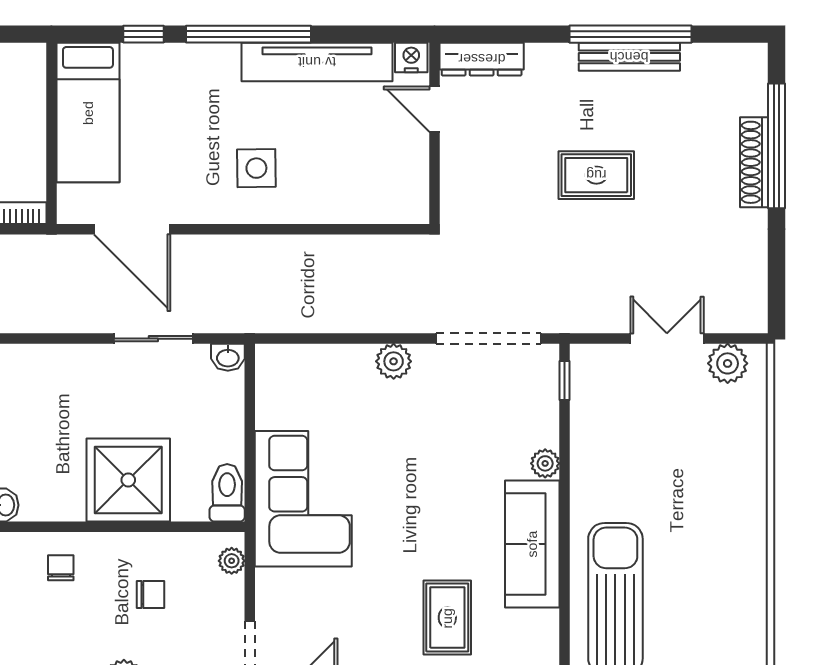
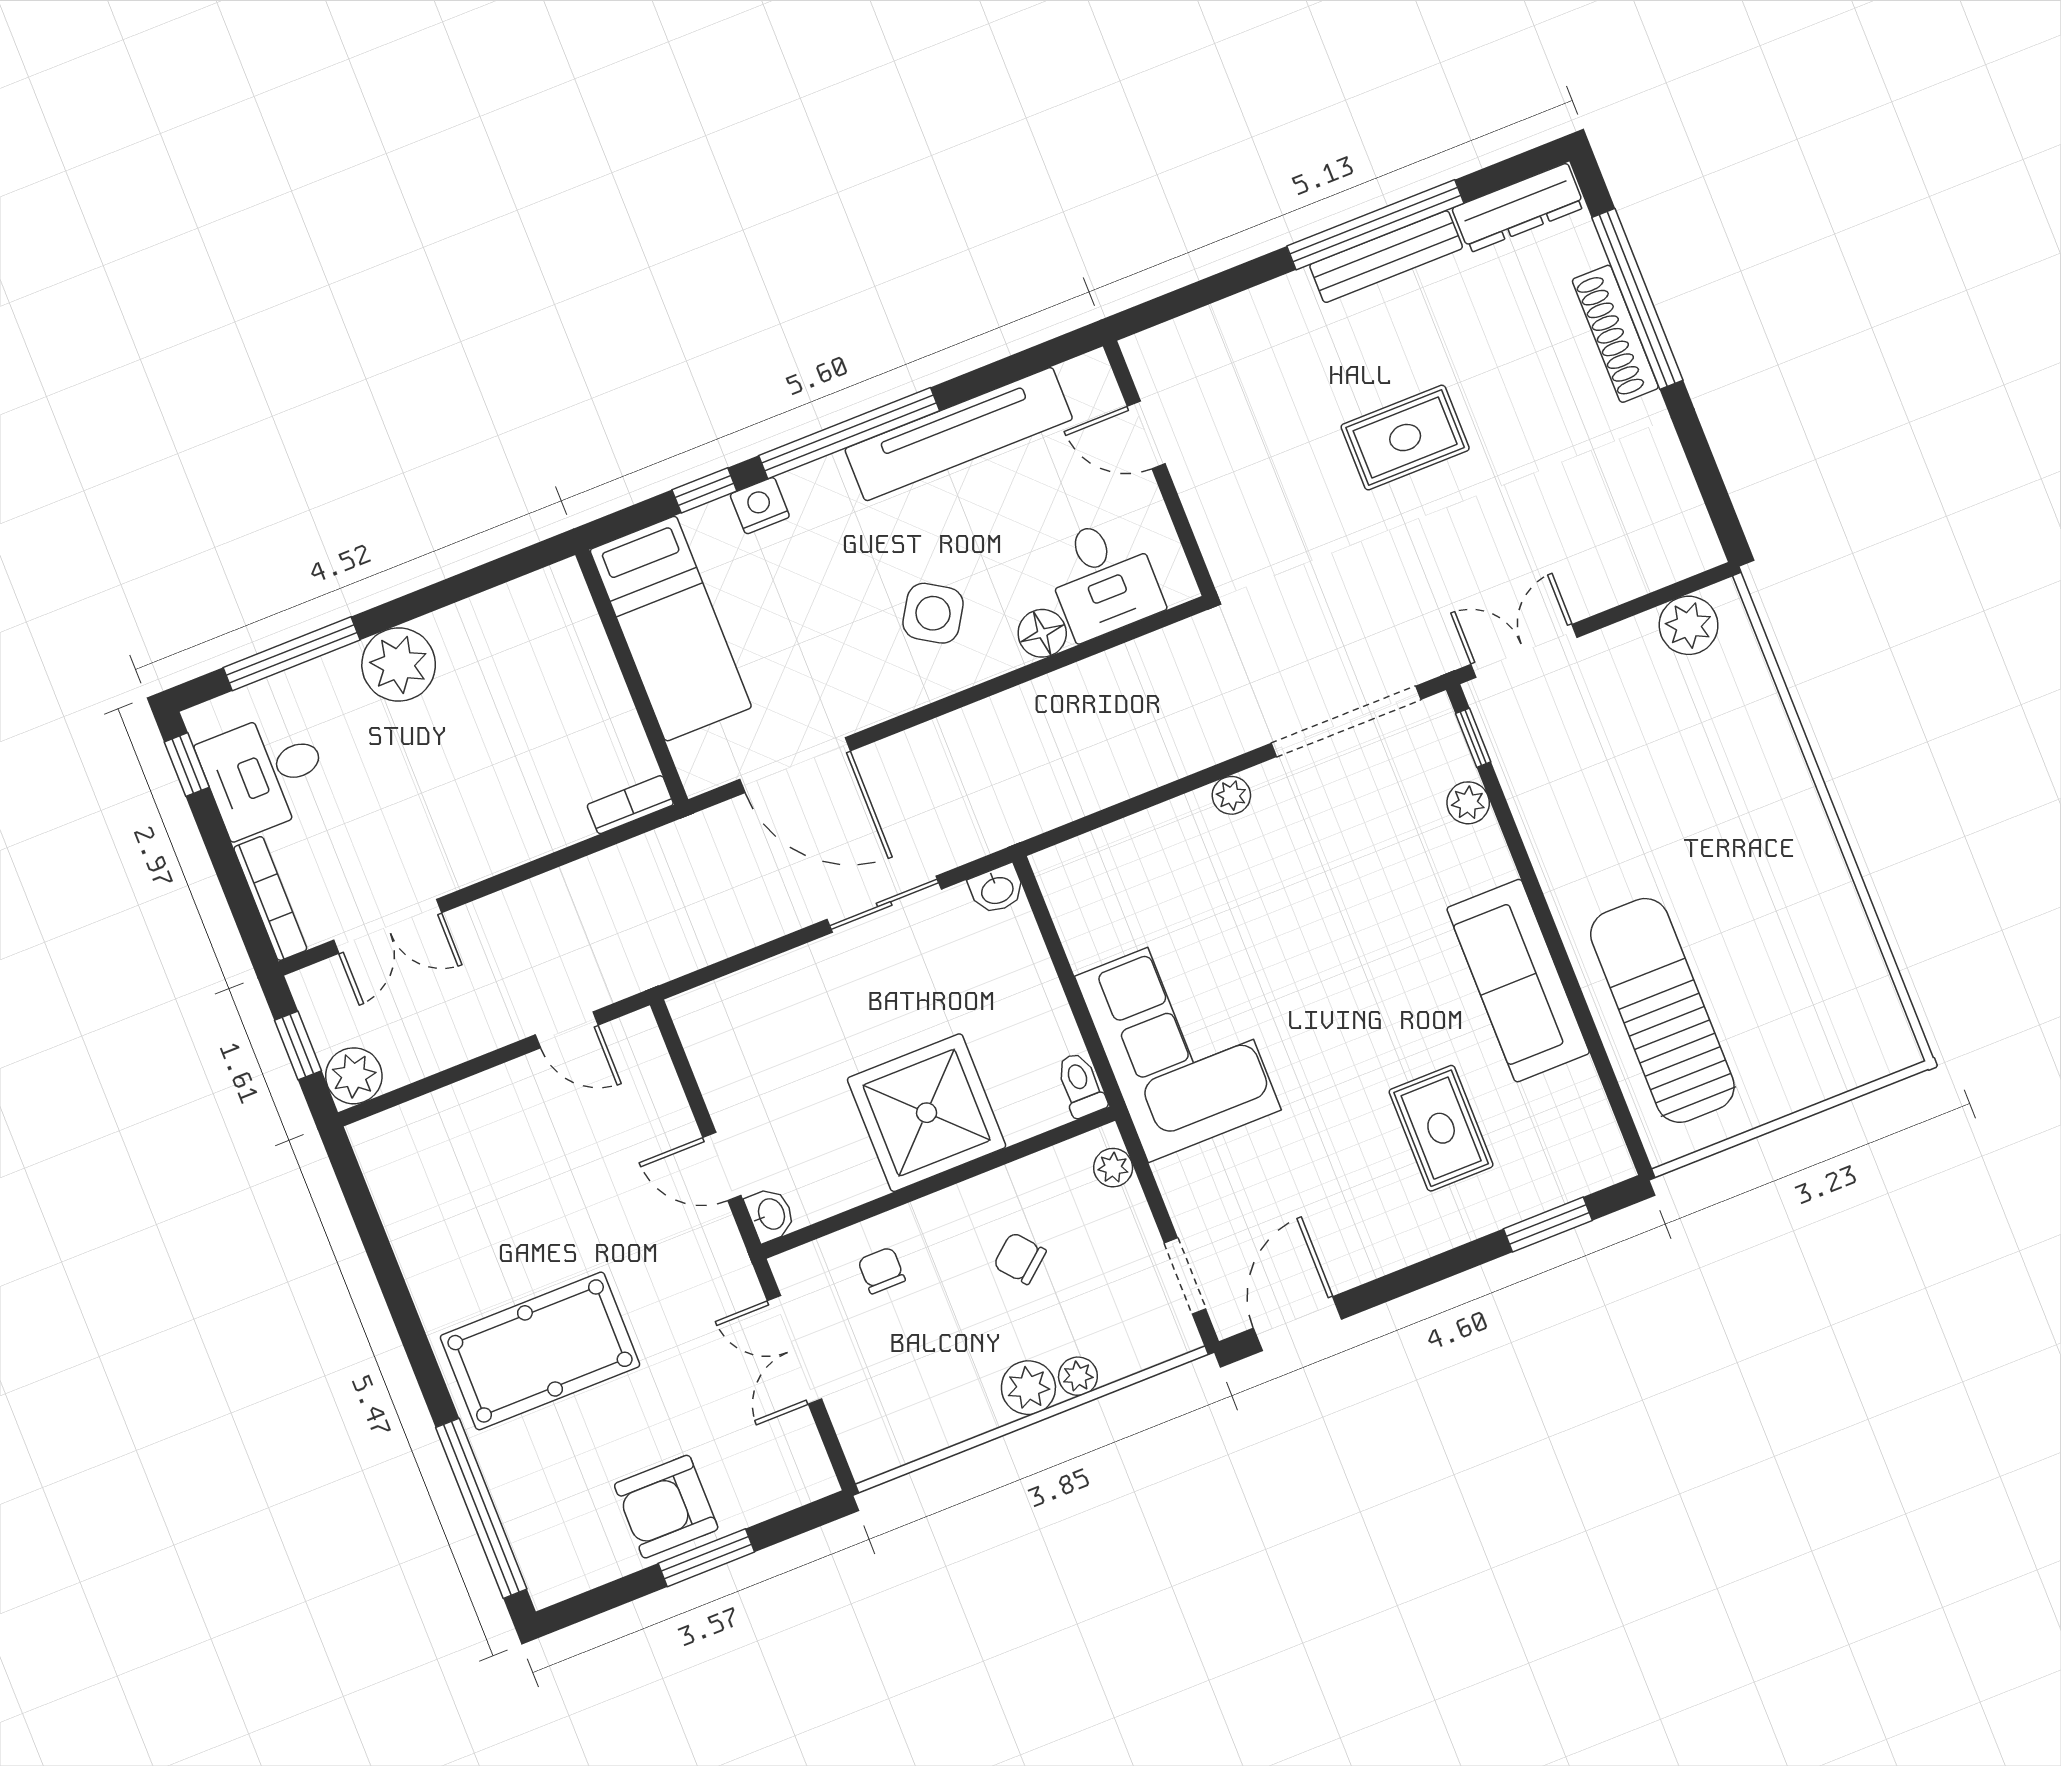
nightstand: (411, 58) -> (760, 506), moved
dresser: (482, 59) -> (1518, 208), moved
side table: (256, 168) -> (933, 613), turned 33
desk: (372, 188) -> (1103, 578), added
floor lamp: (320, 208) -> (1042, 633), added
double door: (667, 339) -> (1524, 651), moved
plant: (394, 361) -> (1231, 795), width x0.73, depth x0.73
plant: (545, 463) -> (1468, 803), moved
toilet: (227, 493) -> (1081, 1085), width x0.73, depth x0.72
chair: (151, 595) -> (1020, 1258), turned -130

